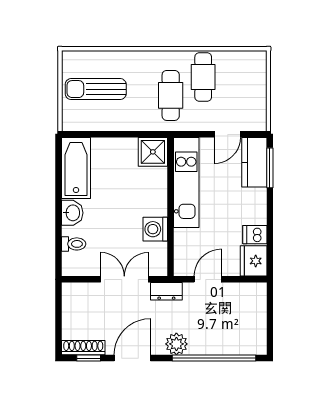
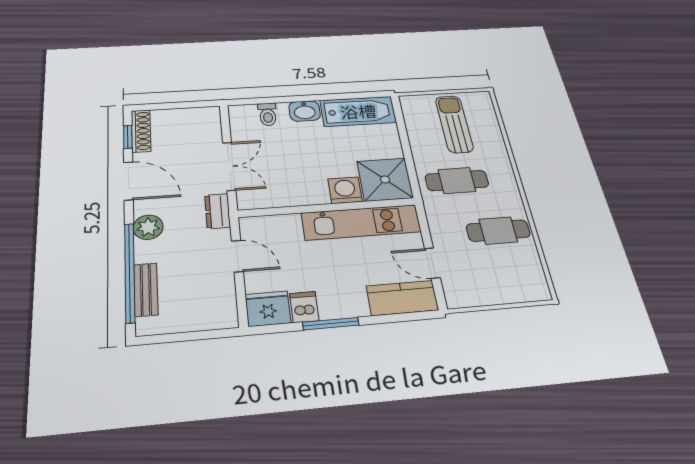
cafe table: (171, 95) -> (457, 181), moved
shower: (153, 152) -> (385, 179), width x1.36, depth x1.36
window: (270, 168) -> (331, 324), moved
washing machine: (155, 229) -> (345, 190), moved
bench: (230, 347) -> (146, 290), added

